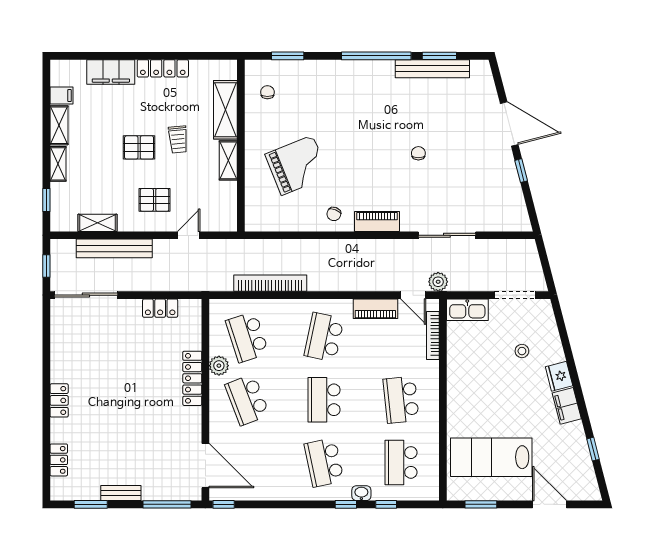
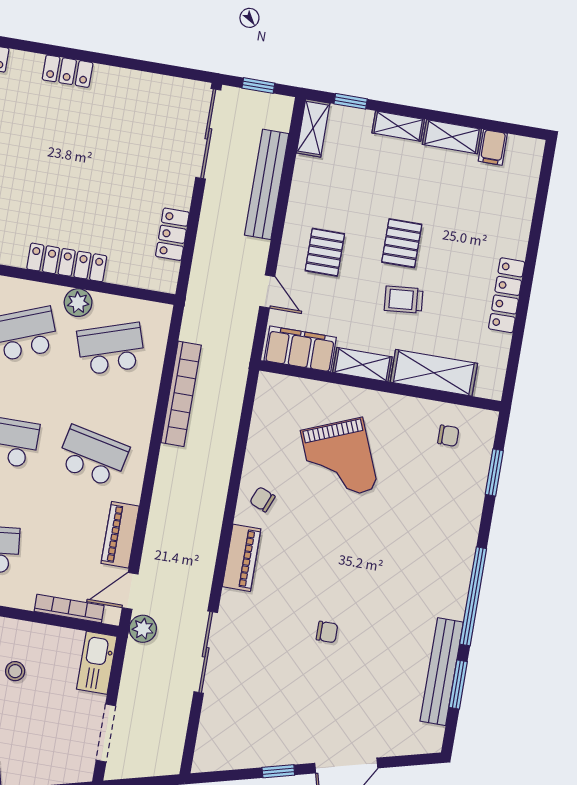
filing cabinet: (111, 72) -> (300, 349), moved, turned 90
shelving: (97, 223) -> (313, 128), moved
stool: (522, 351) -> (15, 671), moved

